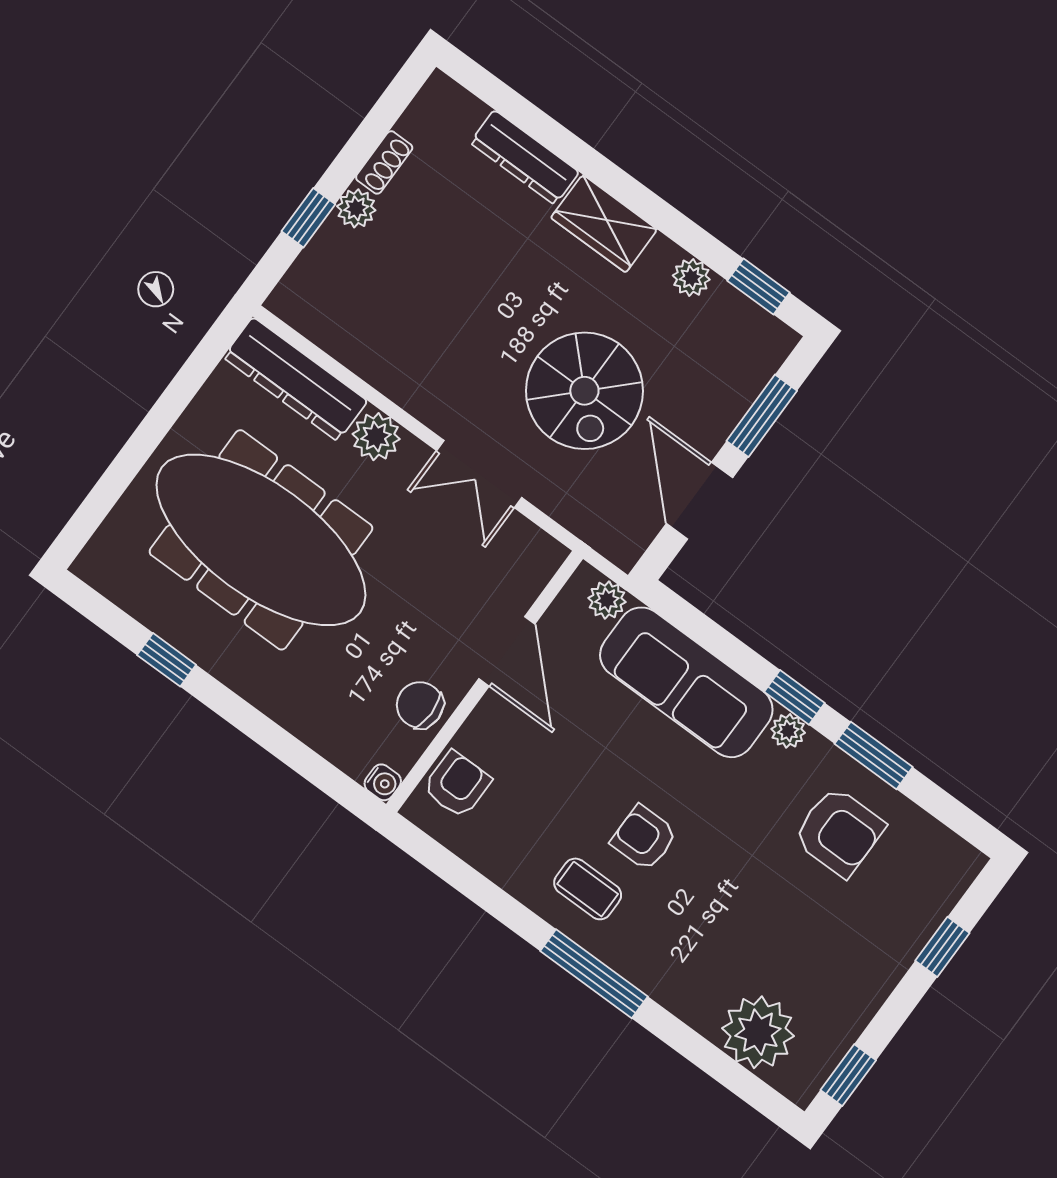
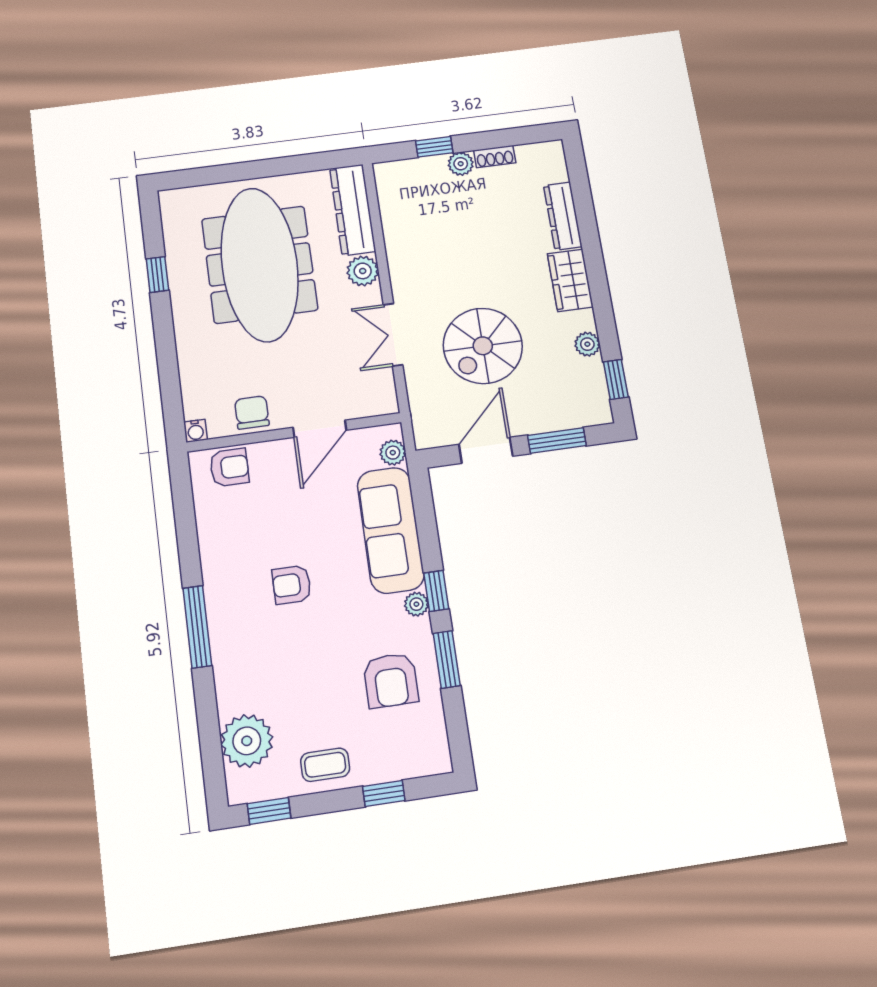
armchair: (644, 838) -> (292, 585), turned -90
coffee table: (588, 889) -> (325, 765), moved, turned 90

